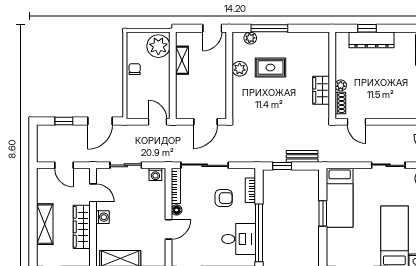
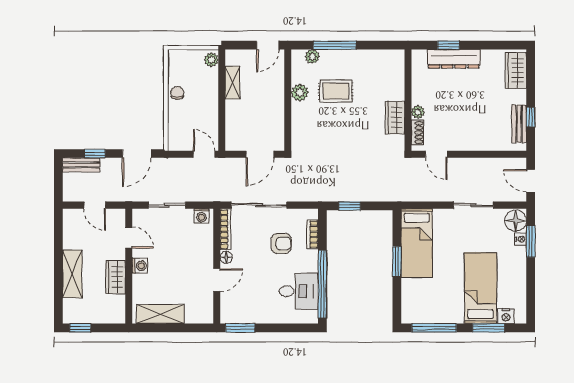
plant: (158, 46) -> (211, 60), width x0.53, depth x0.53
bench: (302, 156) -> (81, 165), moved
wardrobe: (82, 227) -> (115, 277), width x0.67

